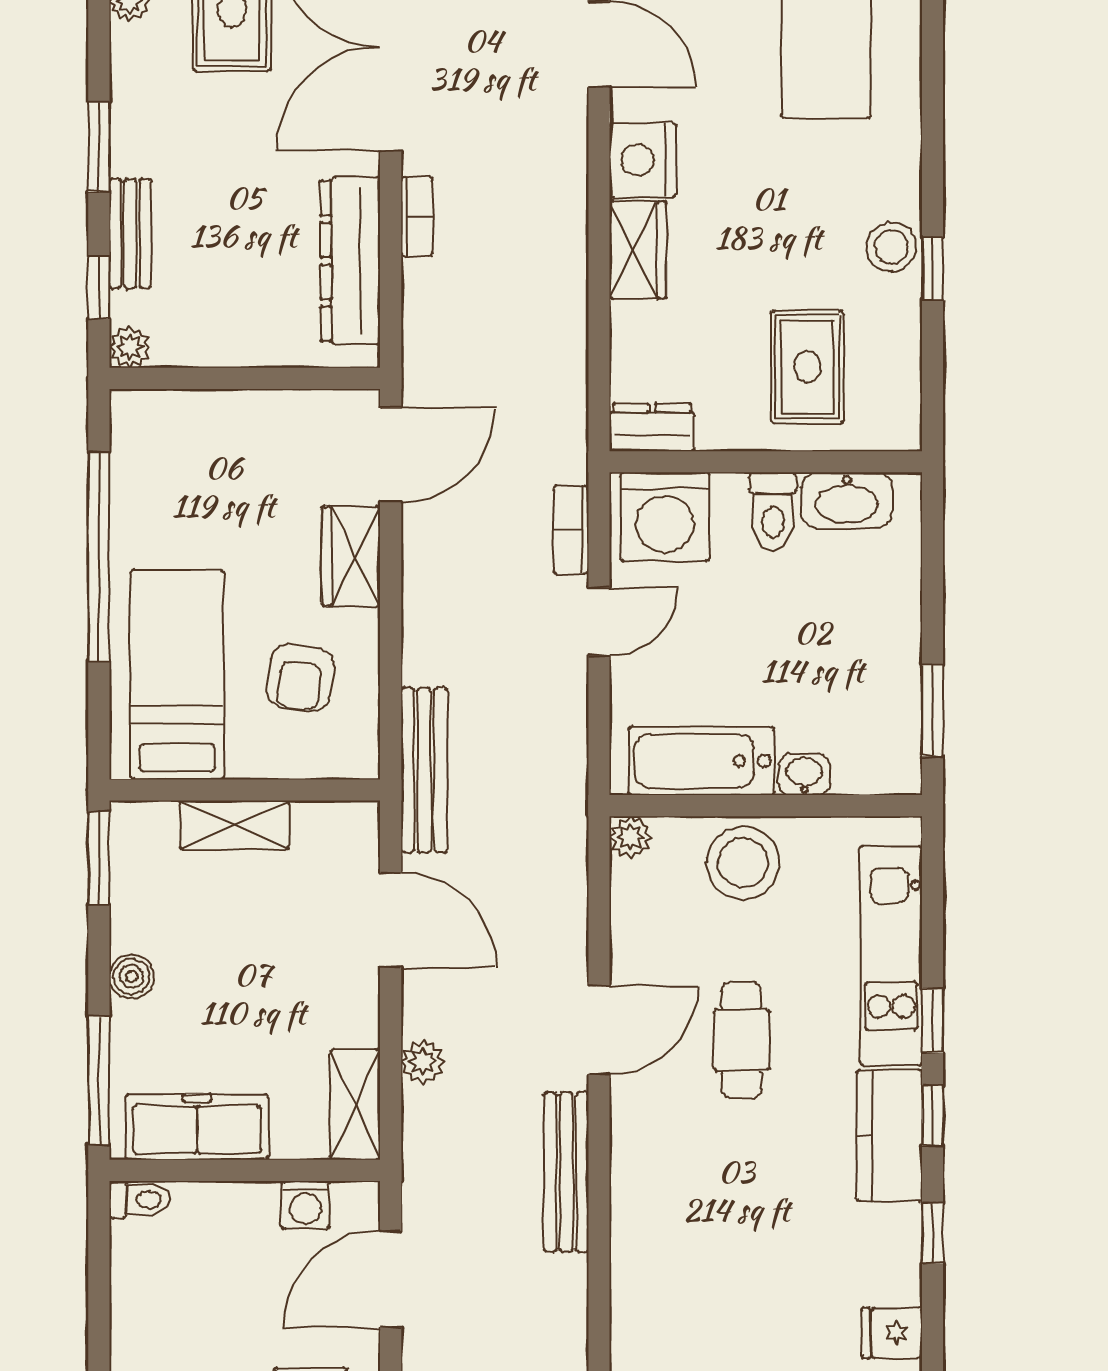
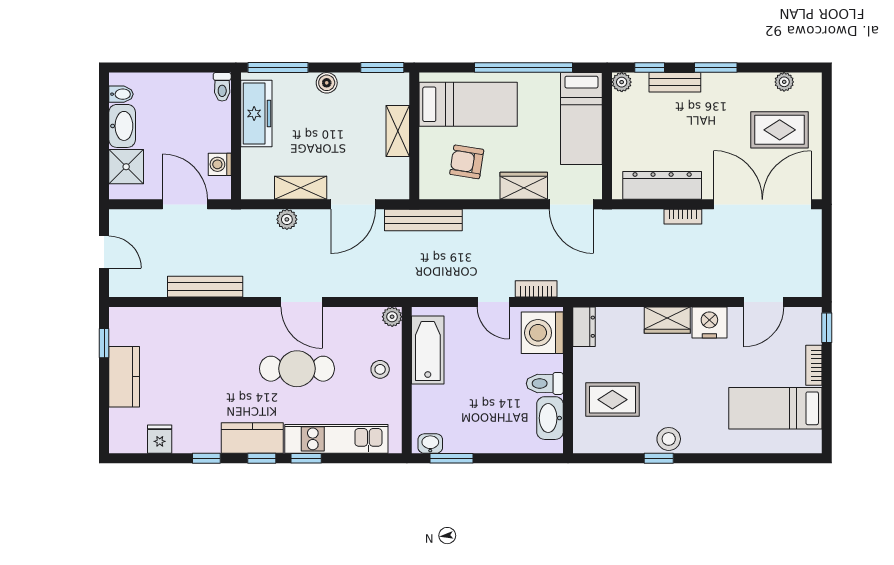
bed: (208, 433) -> (581, 118), added
washbasin: (804, 774) -> (430, 444), moved, turned -90
stool: (743, 863) -> (380, 369), width x0.53, depth x0.53
cafe table: (741, 1040) -> (297, 369), width x1.37, depth x1.35
shelving: (355, 1105) -> (301, 188), moved
bench: (566, 1172) -> (205, 287), moved

